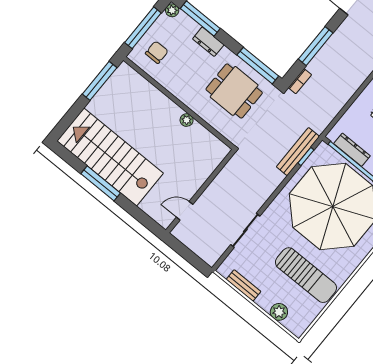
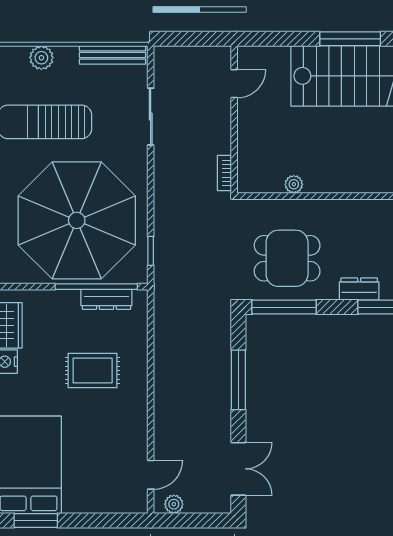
bookcase: (300, 81) -> (224, 173), moved
plant: (187, 120) -> (294, 184), moved
bench: (298, 152) -> (164, 249), removed
bench: (243, 285) -> (112, 55), width x1.36

